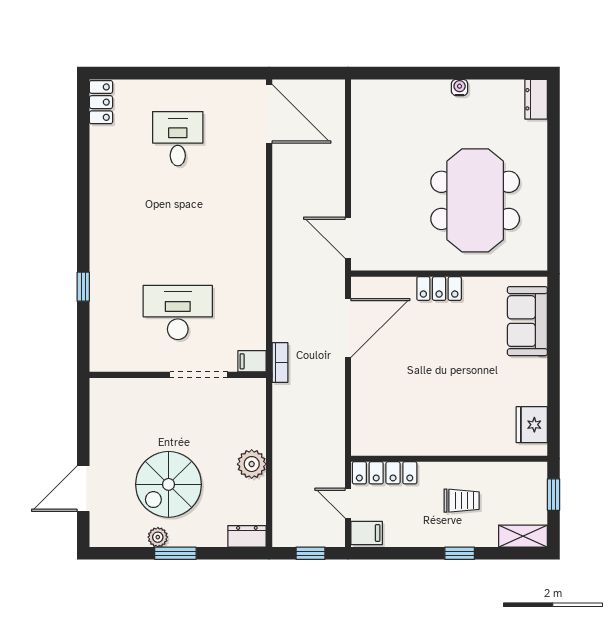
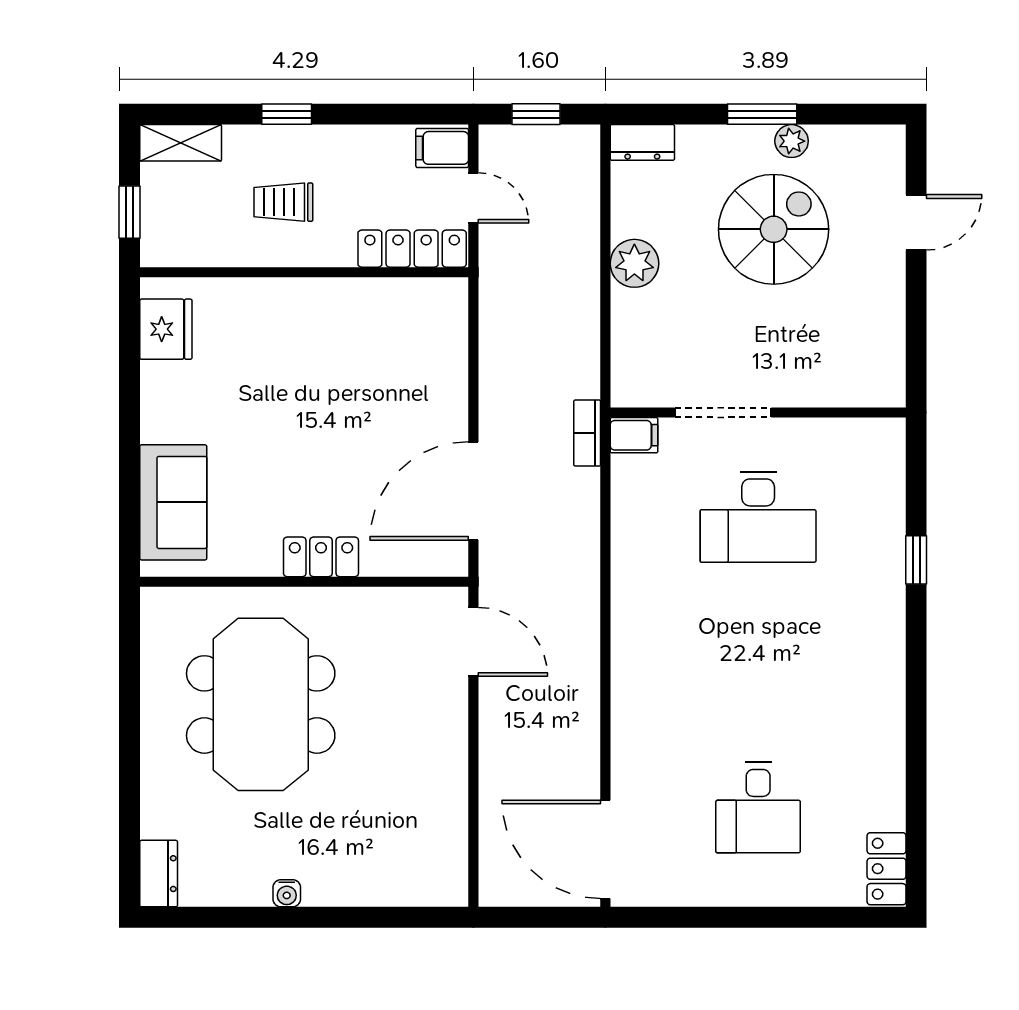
door: (83, 489) -> (916, 222), width x0.73

